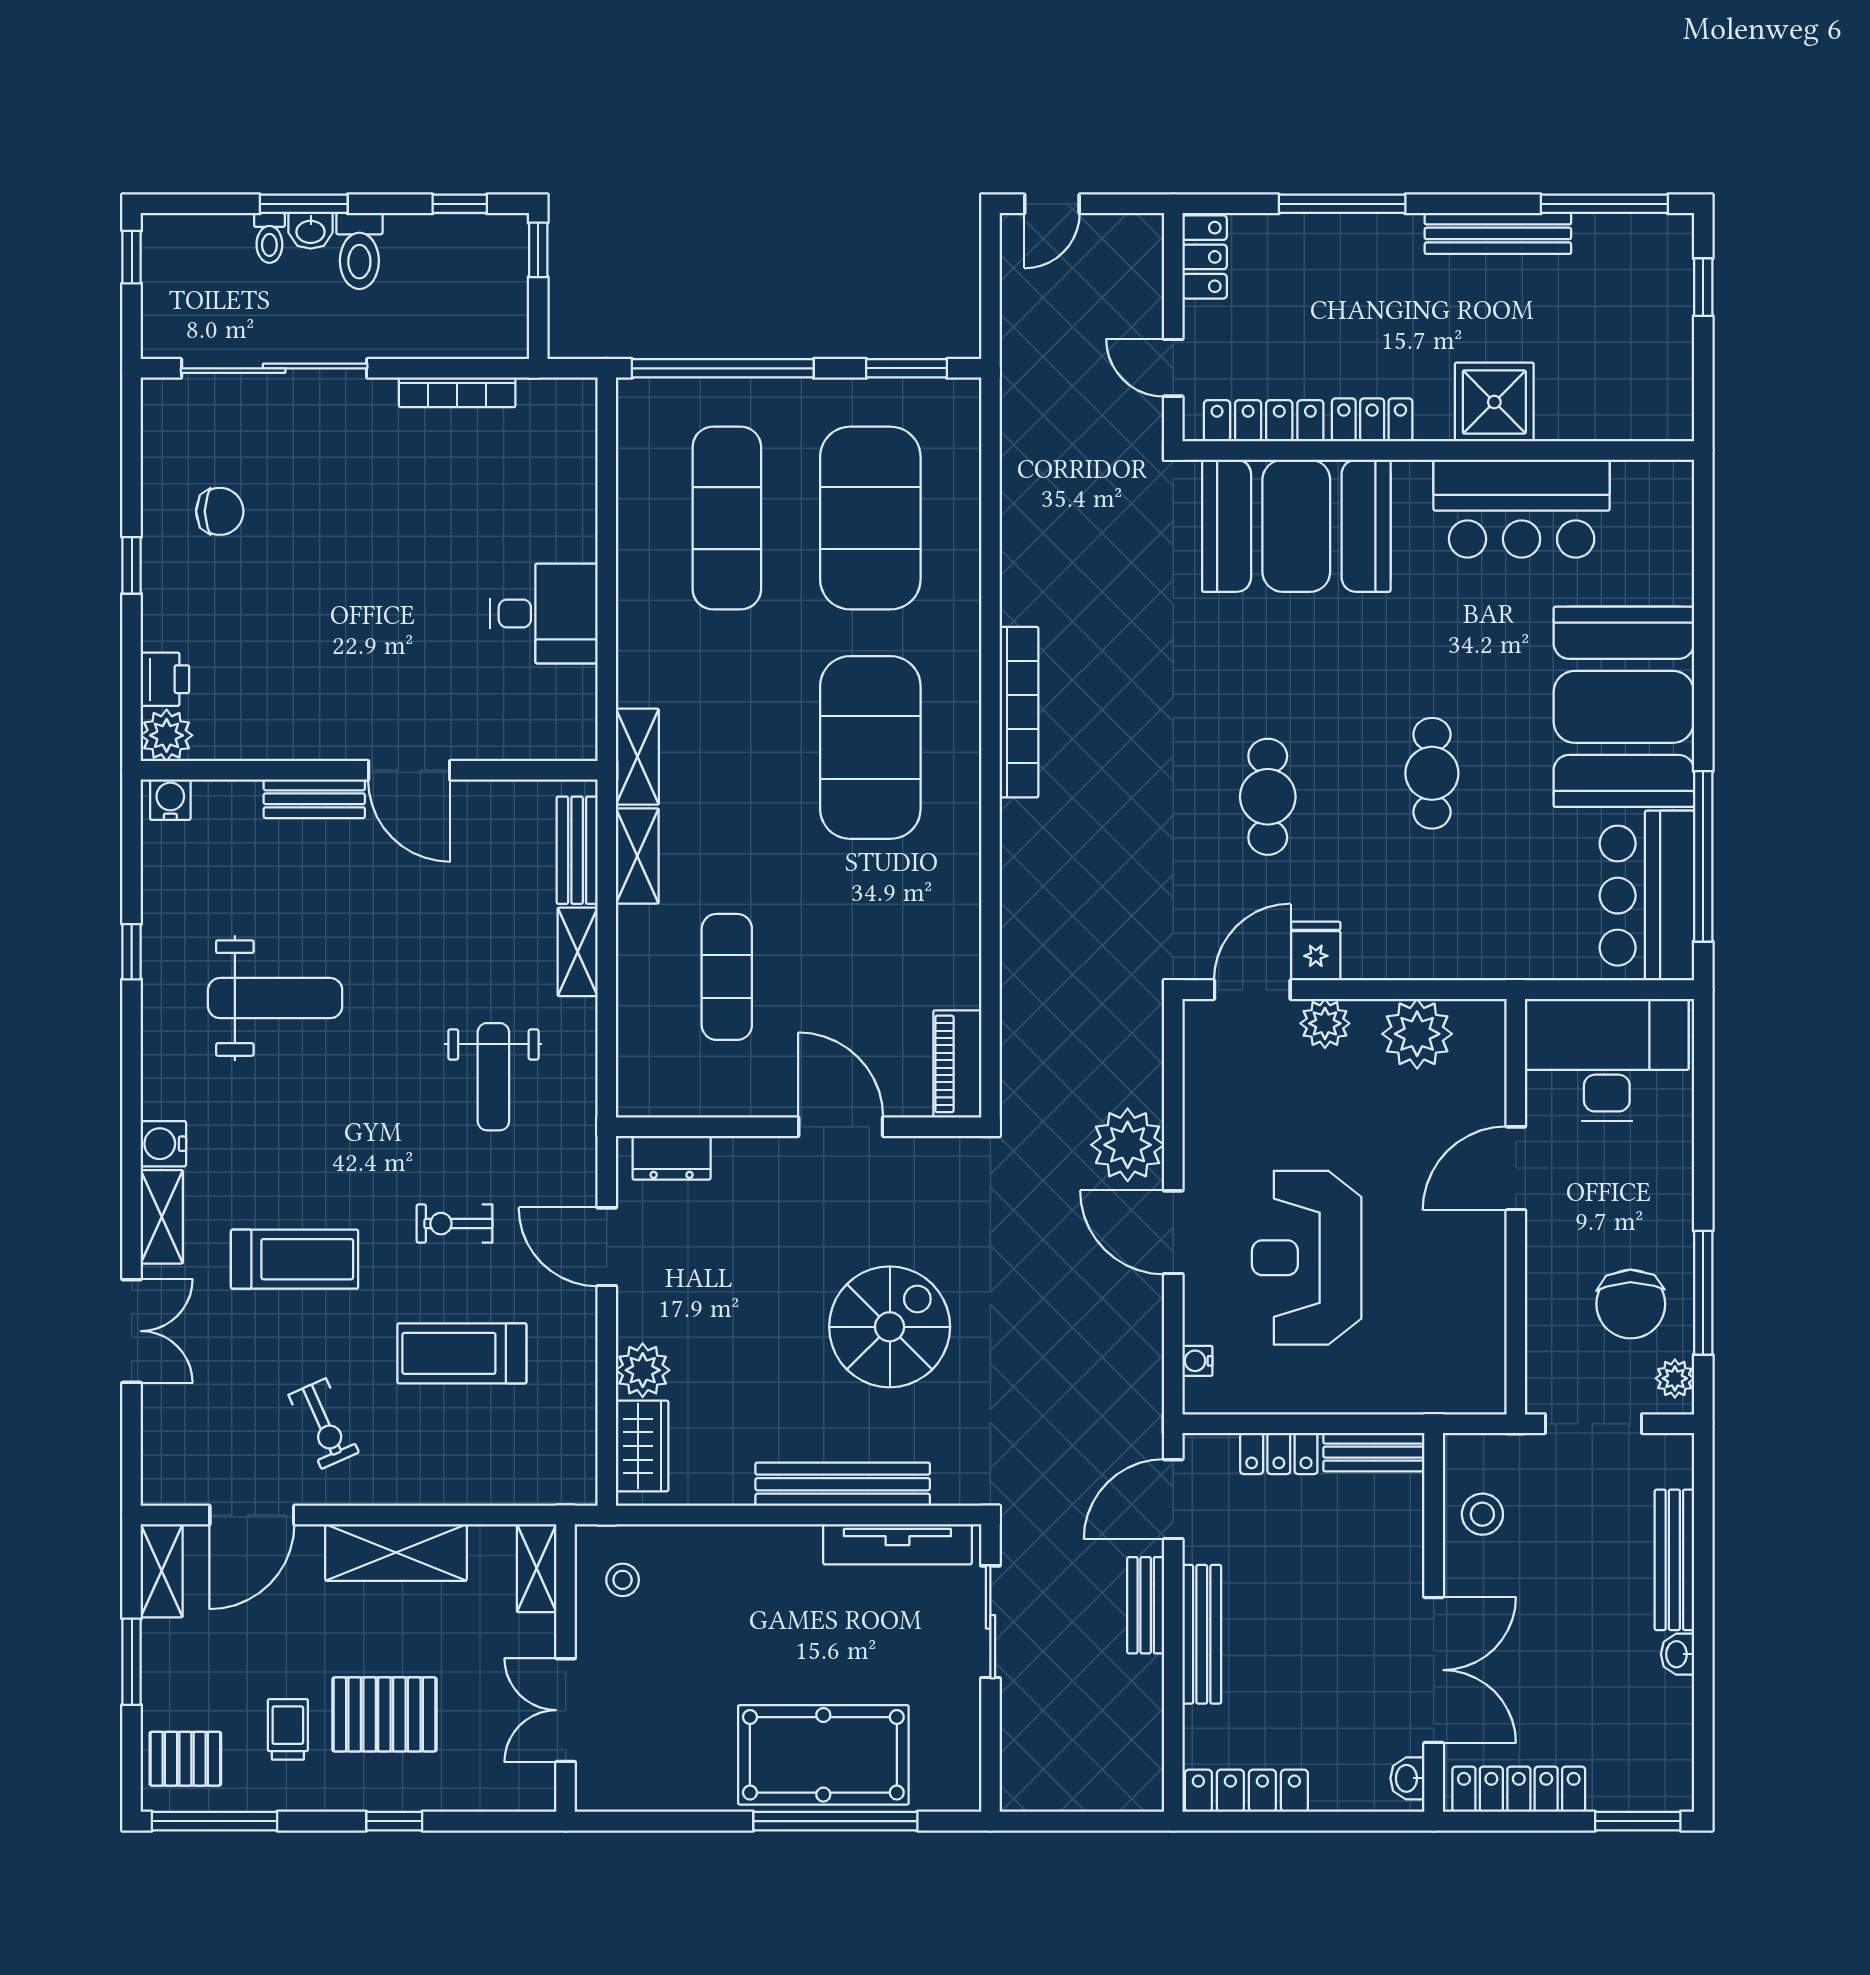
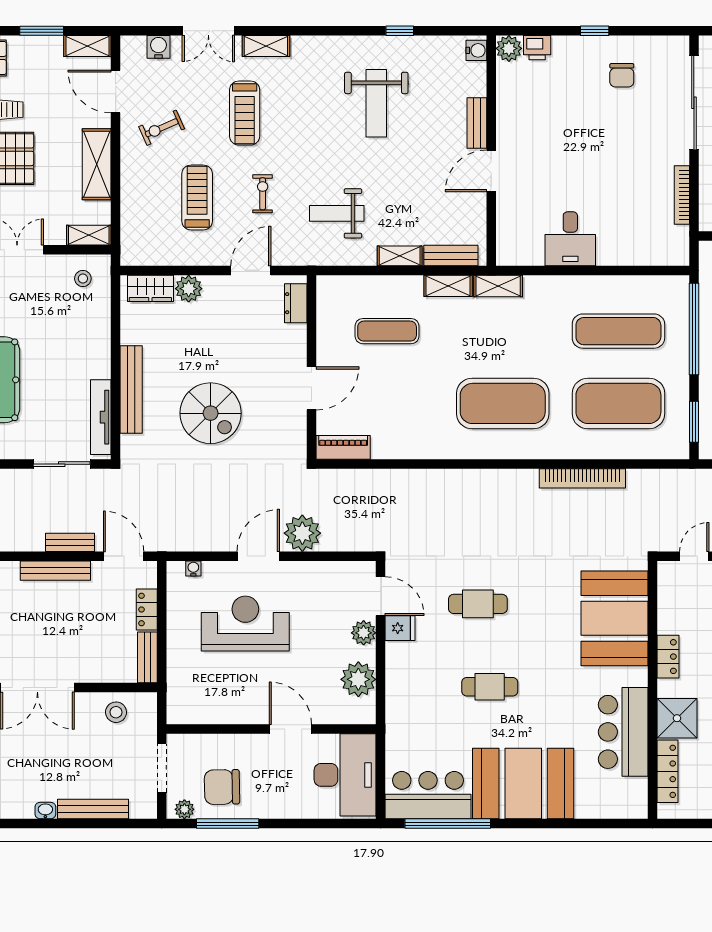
locker: (1264, 421) -> (668, 771), moved
bookcase: (1019, 712) -> (582, 478), moved
water cooler: (163, 1144) -> (158, 47), moved

